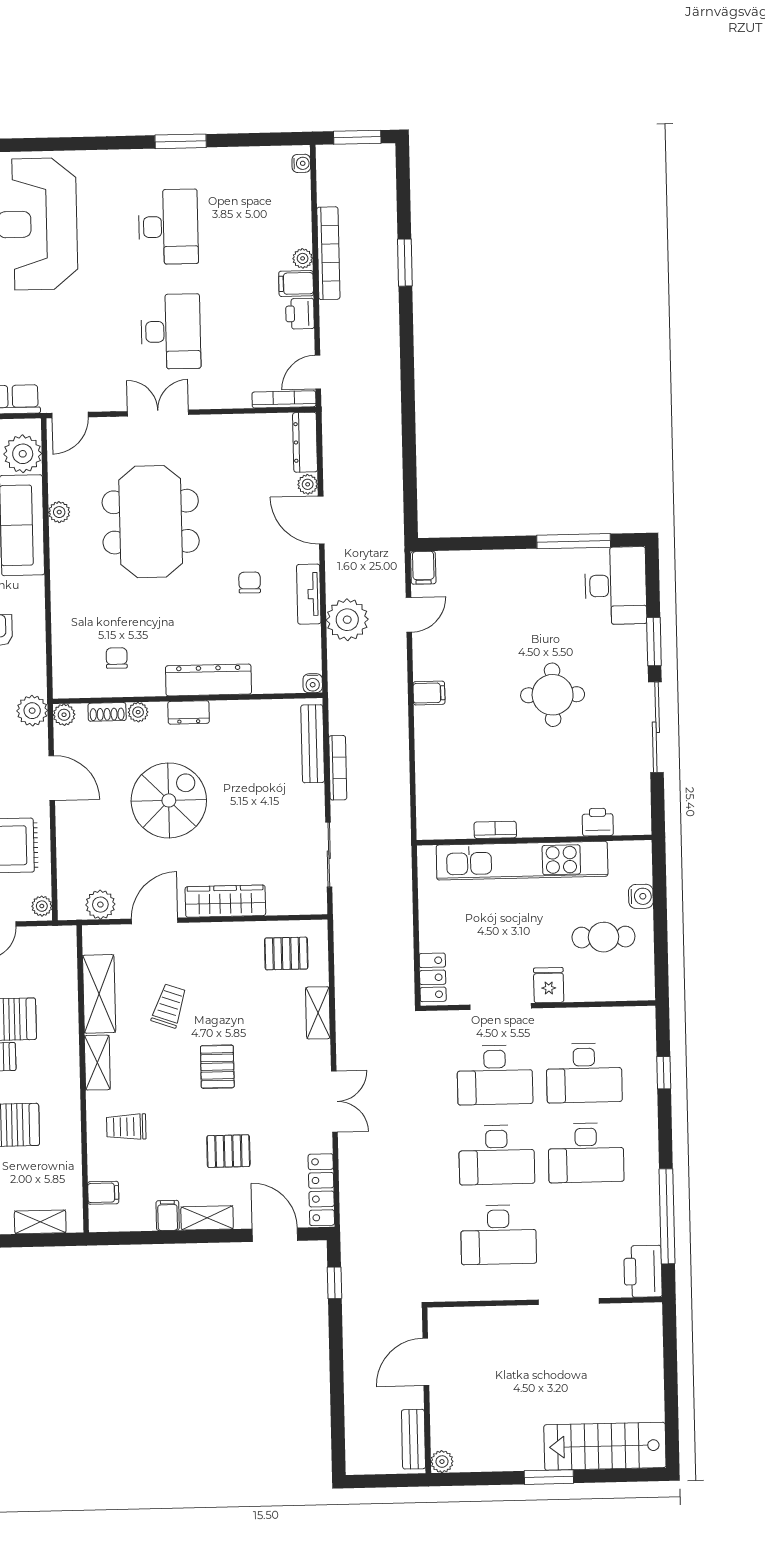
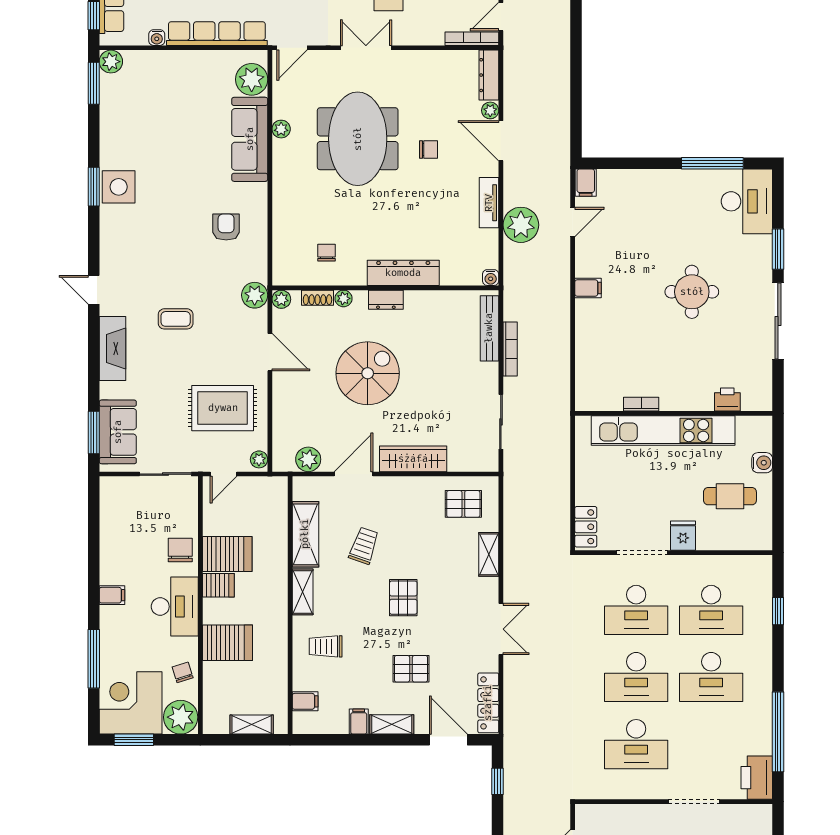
chair: (250, 582) -> (428, 150), moved, turned 90

